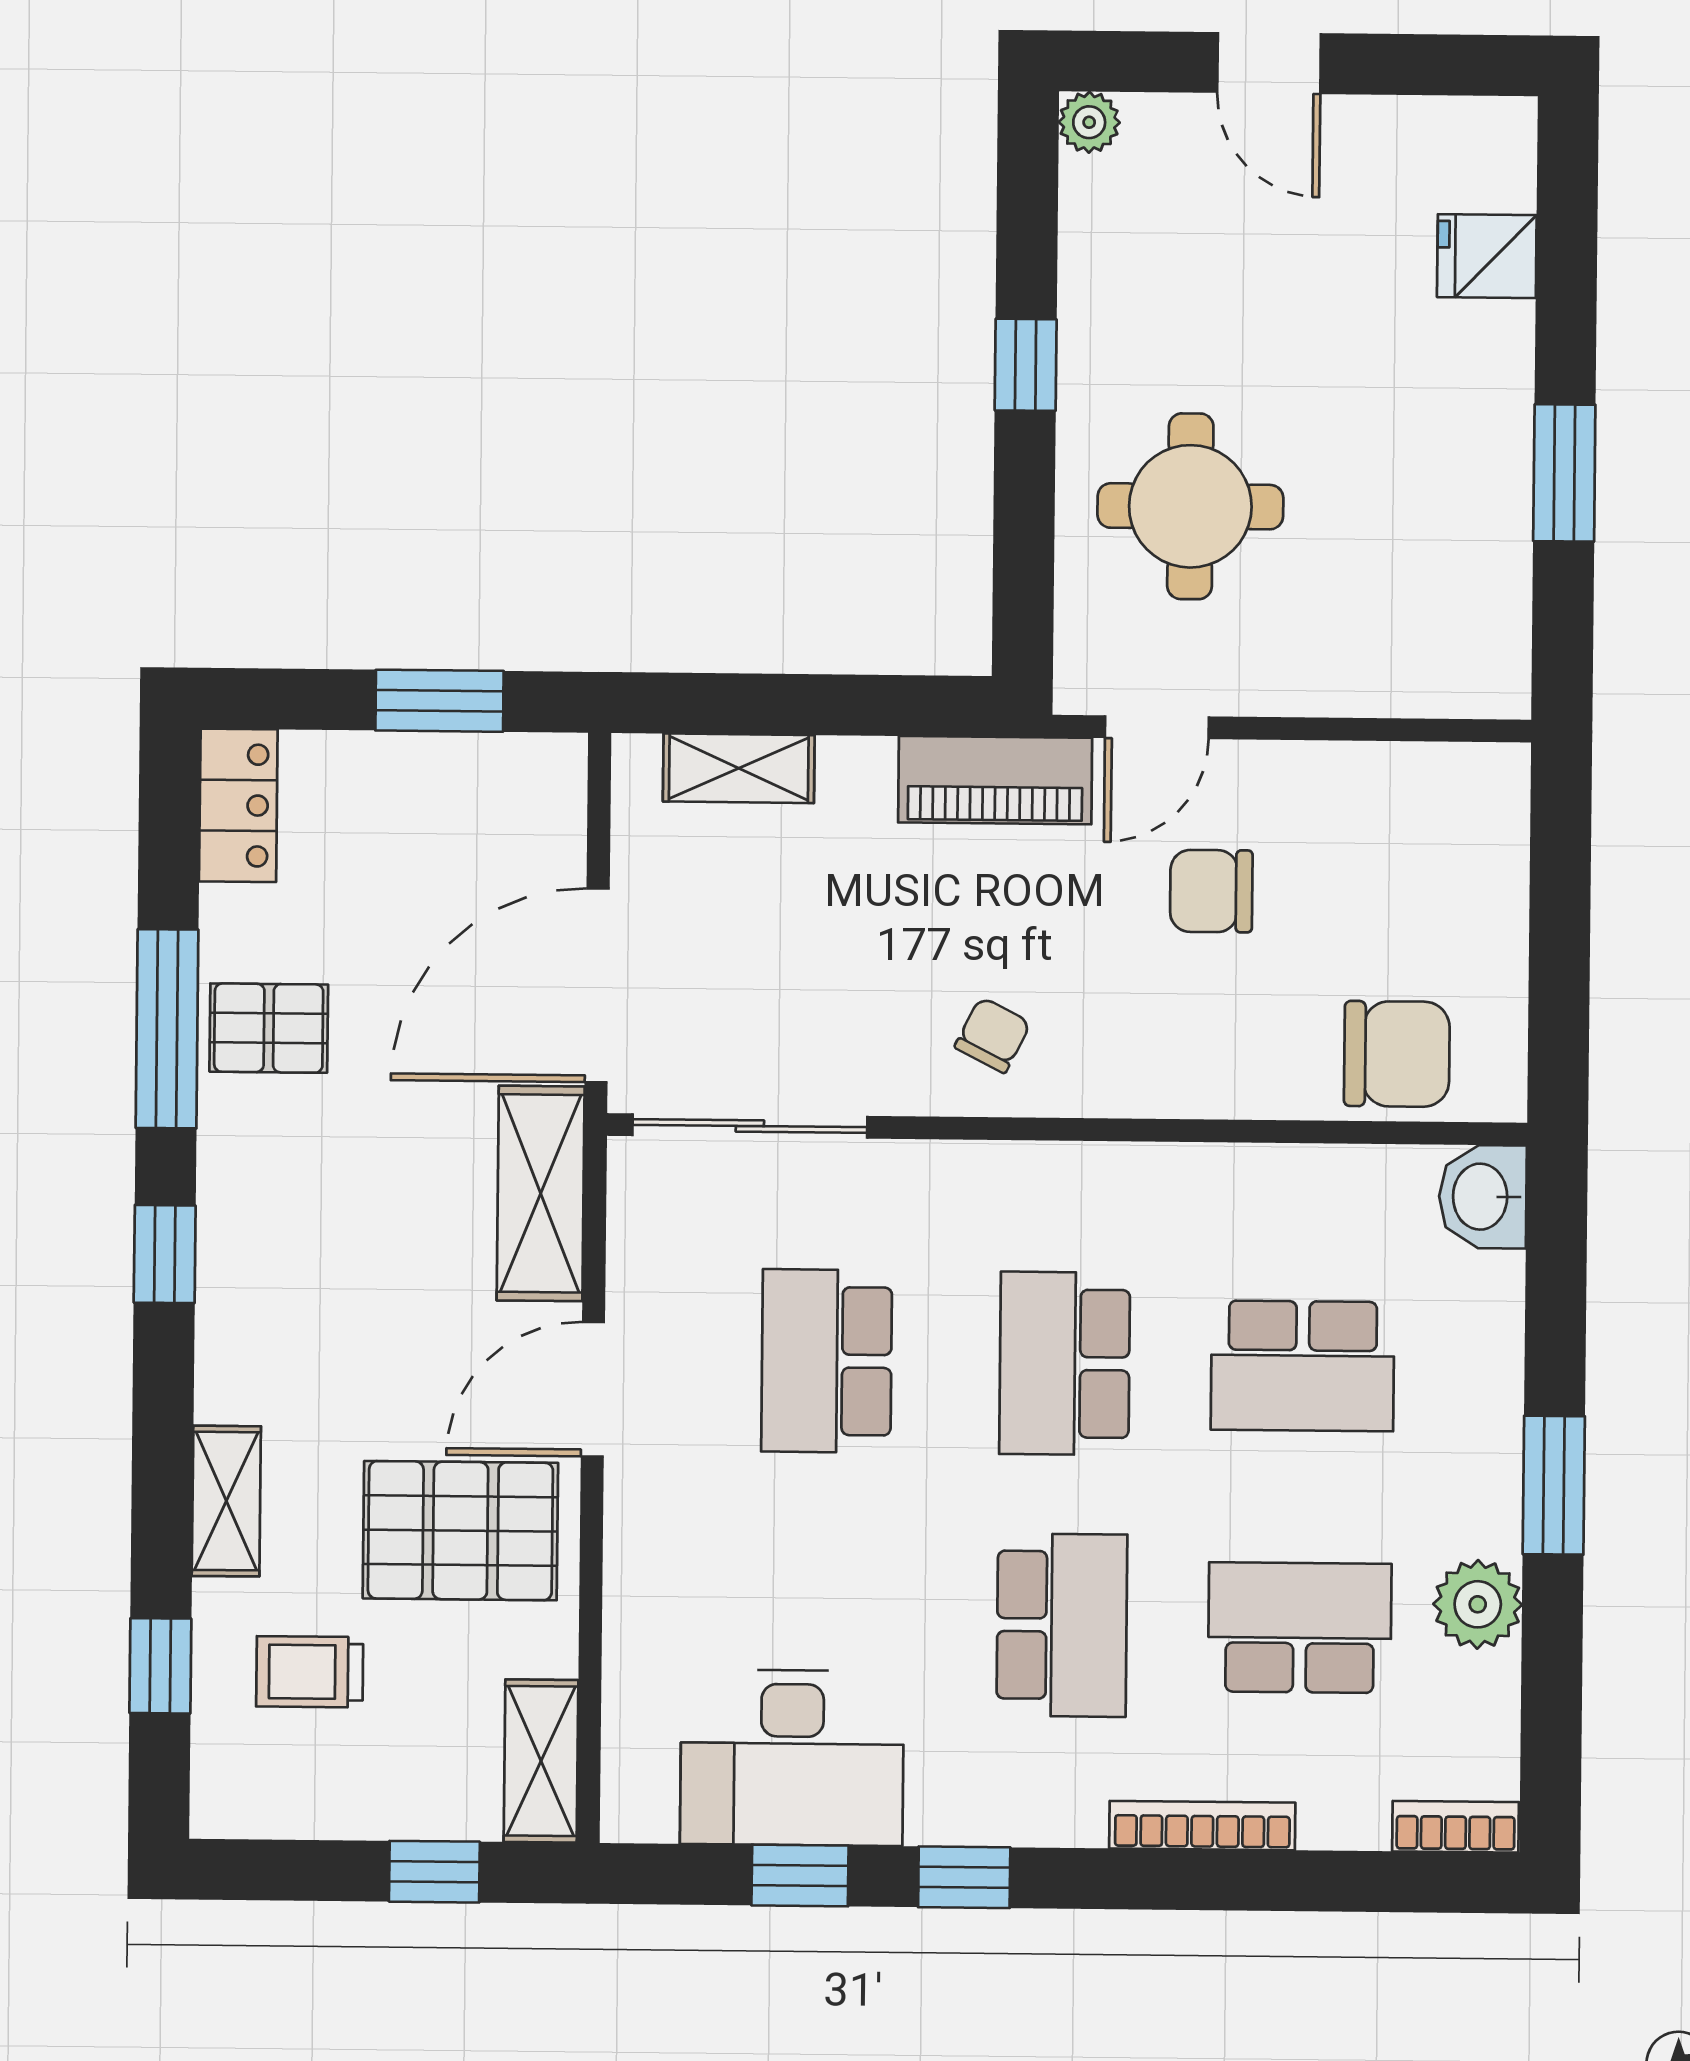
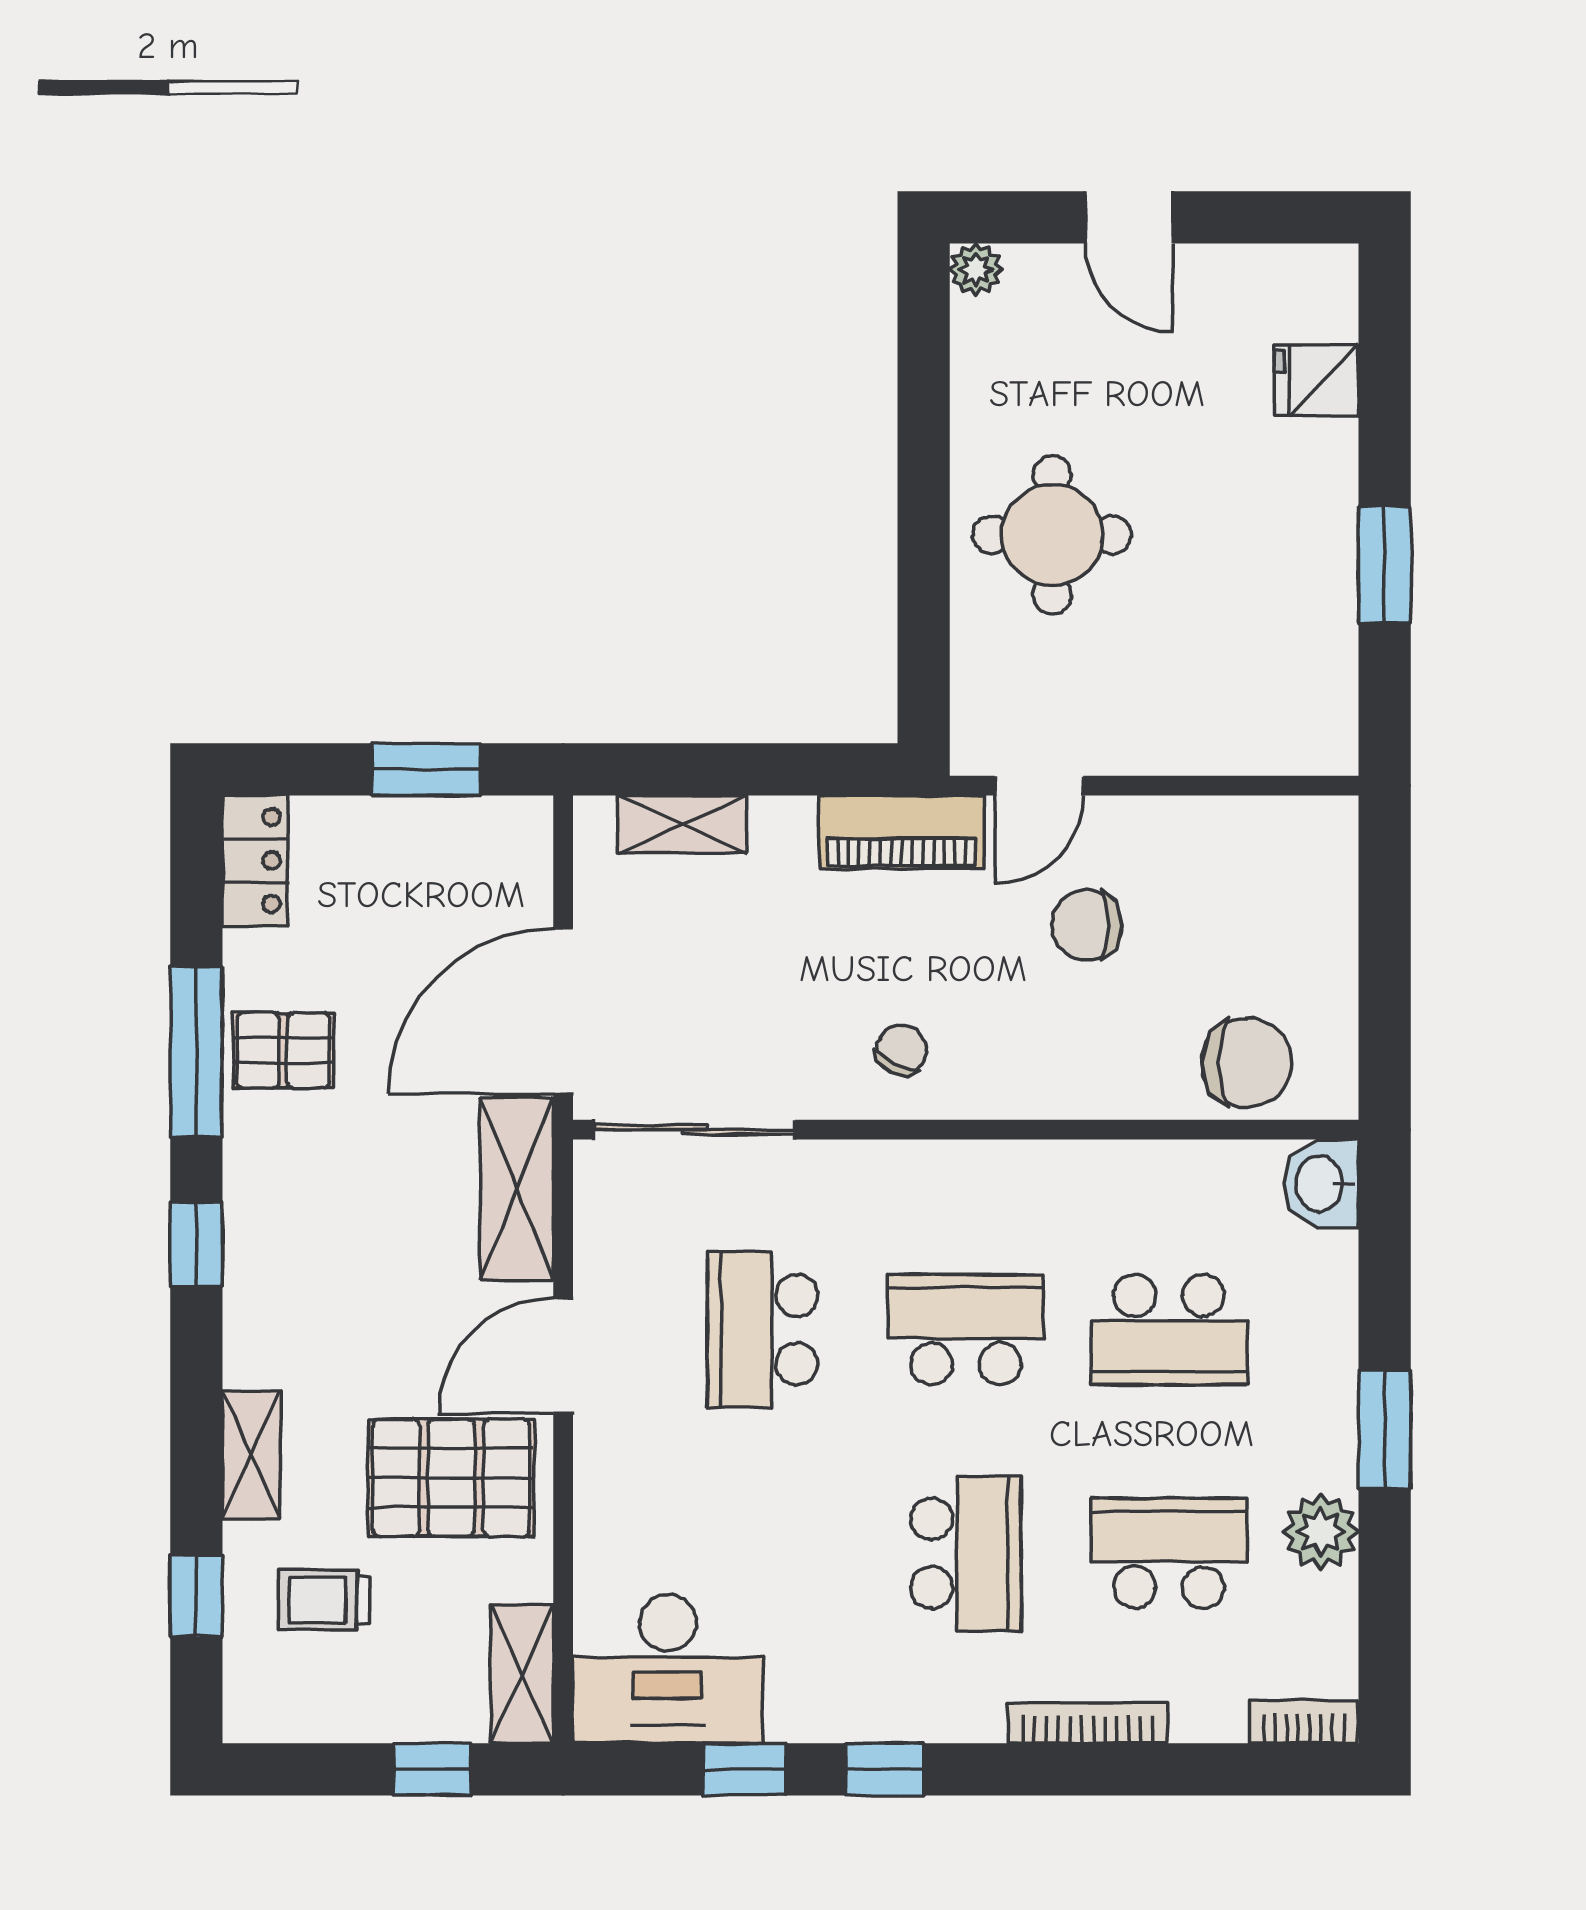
window: (1026, 365) -> (924, 477), removed
round table: (1190, 506) -> (1052, 535), moved
school desk: (1065, 1363) -> (966, 1330), turned 90
desk: (792, 1758) -> (668, 1669), moved

